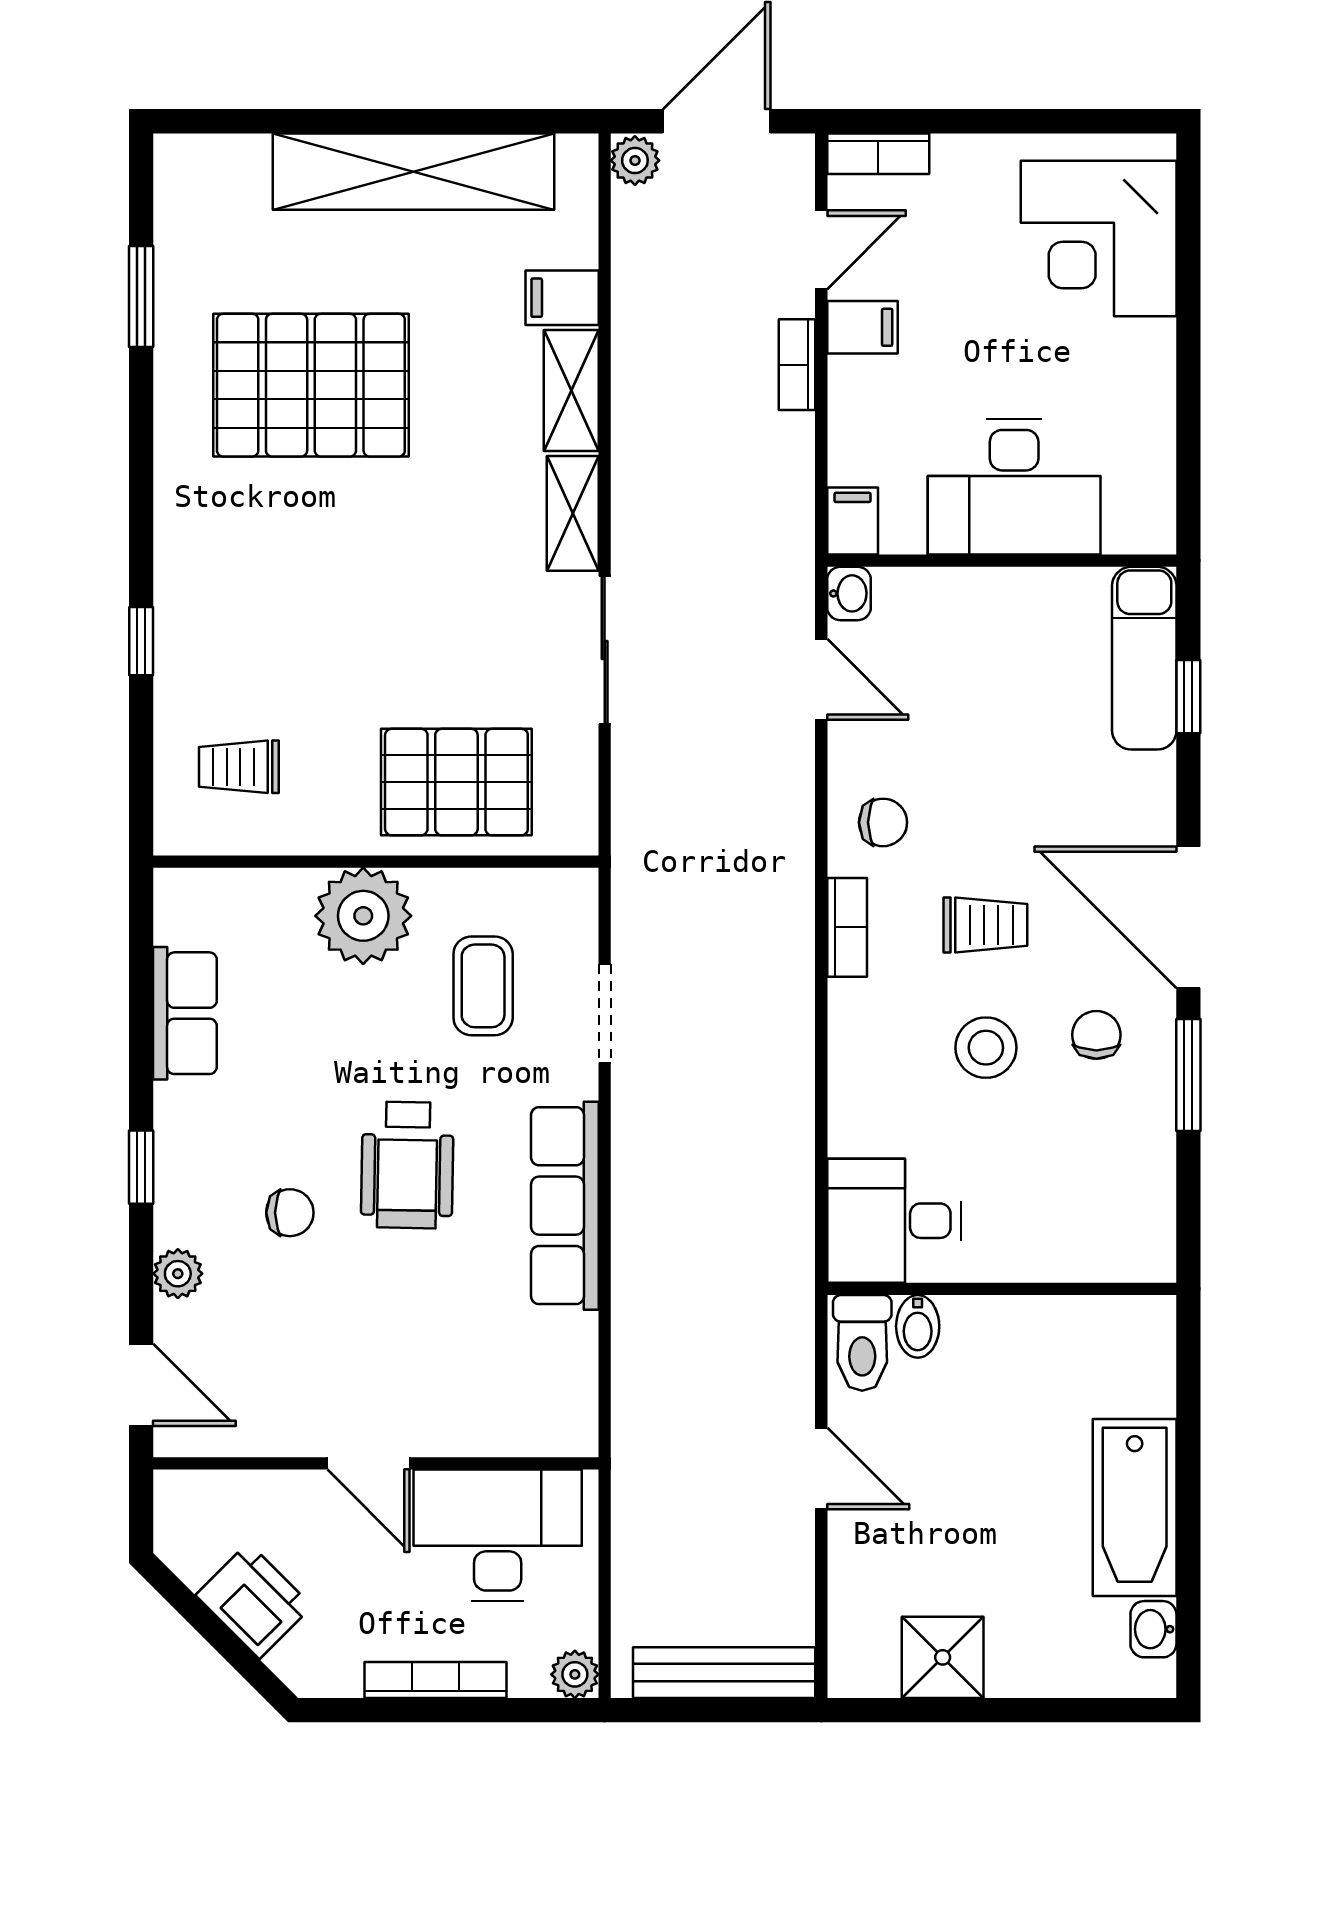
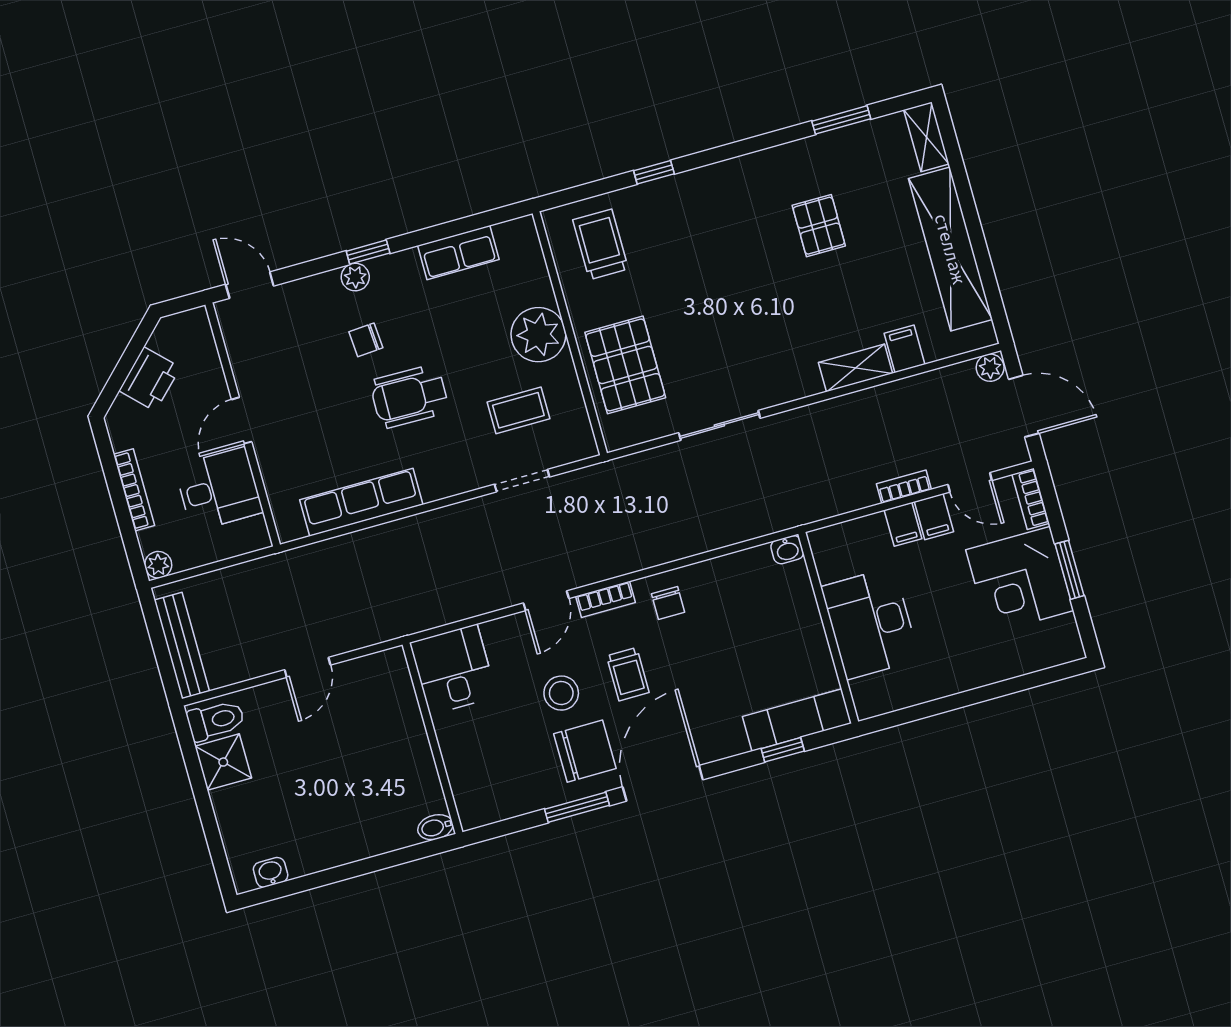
window: (1018, 121) -> (1070, 570), added
corner desk: (1099, 239) -> (1020, 580), moved, turned -90
pallet: (311, 385) -> (819, 226), width x0.49, depth x0.50
shelving: (573, 513) -> (926, 137), moved, turned 90
filing cabinet: (853, 521) -> (903, 524), moved, turned 90
door: (821, 679) -> (546, 601), moved
trolley: (239, 767) -> (601, 244), width x1.36, depth x1.39
chair: (1096, 1035) -> (585, 751), width x1.87, depth x1.87
row of seats: (565, 1206) -> (361, 502), moved
chair: (290, 1213) -> (366, 340), turned 86
plant: (178, 1274) -> (355, 277), moved
bidet: (918, 1326) -> (435, 827), moved
toilet: (862, 1343) -> (216, 720), moved, turned 180
door: (141, 1385) -> (250, 285), swing flipped
bathtub: (1135, 1507) -> (334, 844), removed
desk: (498, 1535) -> (219, 489), width x0.73

